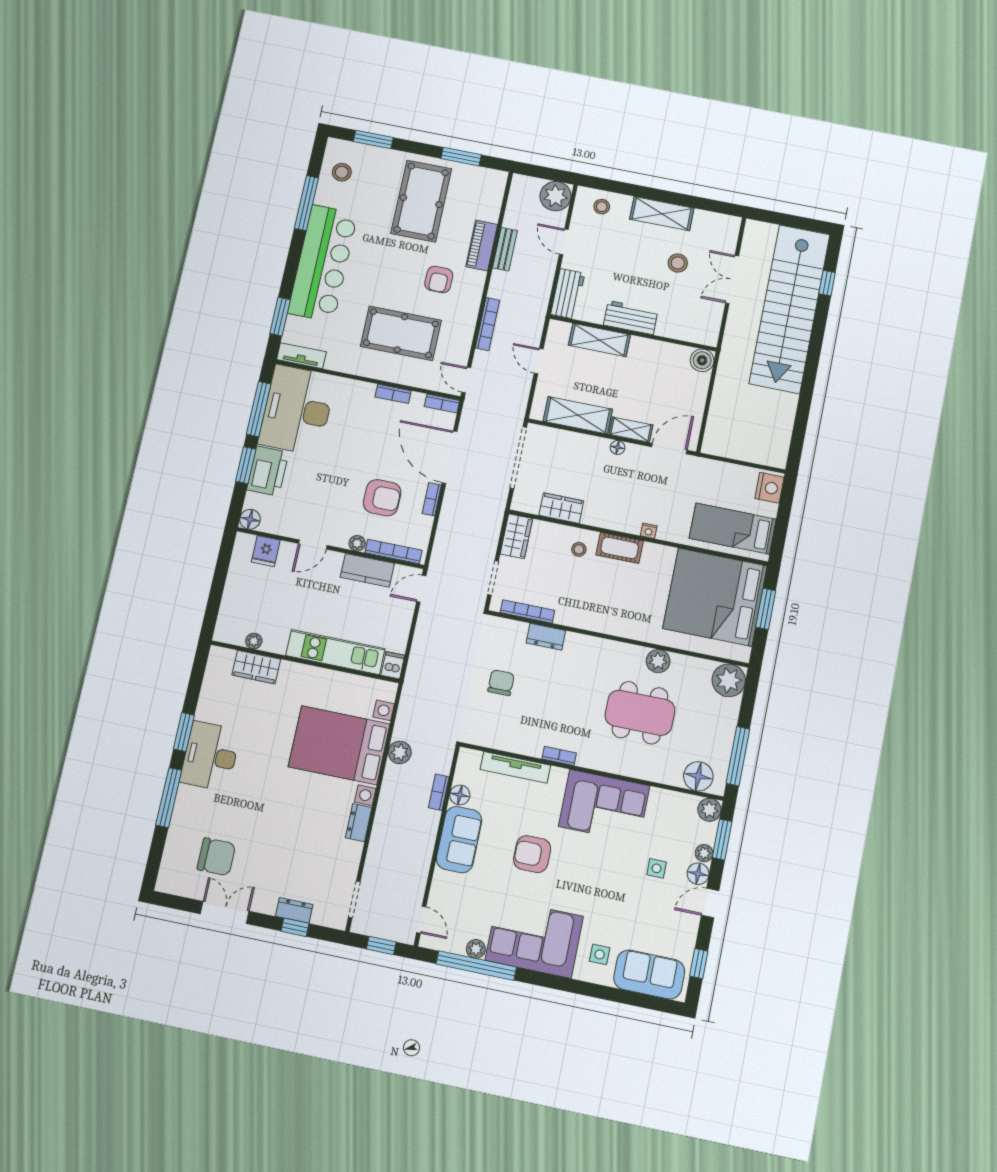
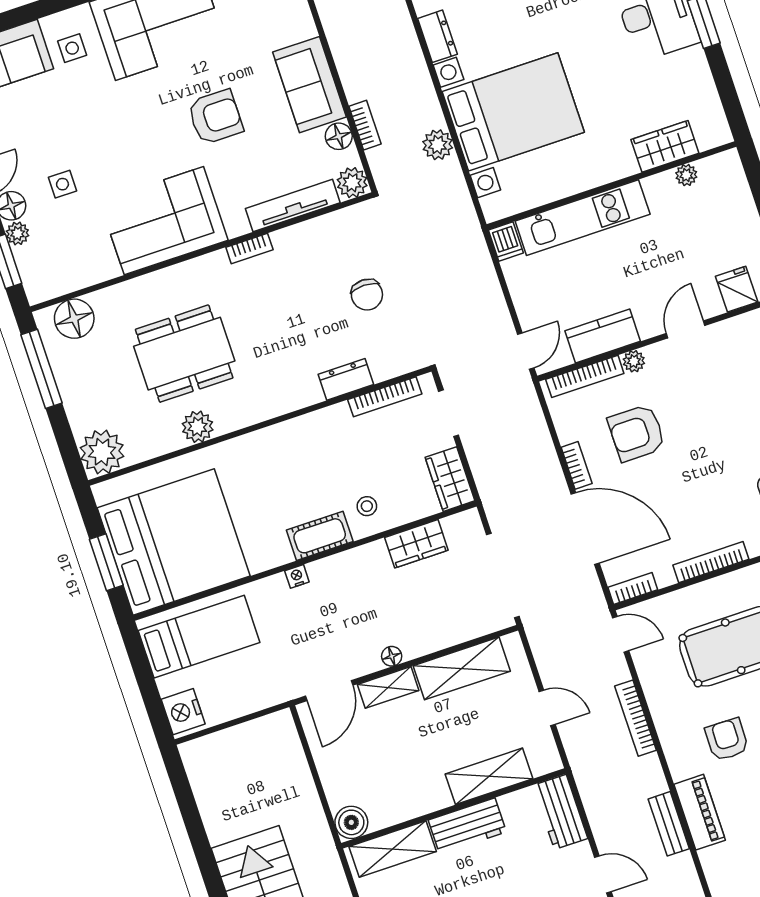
shelving: (686, 330) -> (393, 849), added
bookcase: (393, 394) -> (711, 562), width x1.56
plant: (709, 810) -> (352, 183), moved

